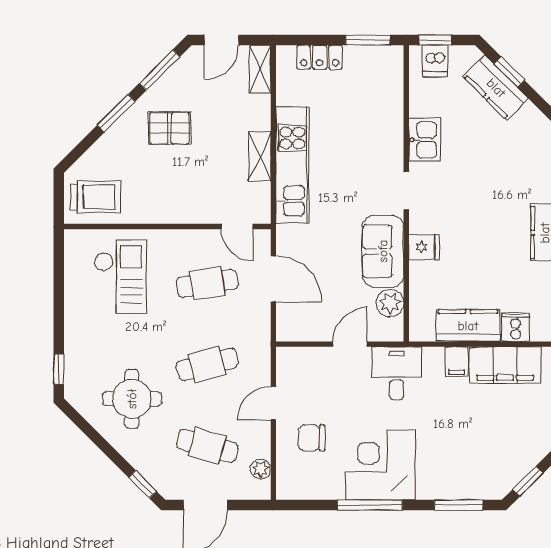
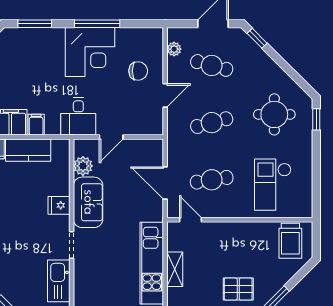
kitchen sink: (424, 140) -> (59, 281), width x1.38
trolley: (95, 197) -> (290, 241), turned -90
round table: (132, 399) -> (274, 114), moved

